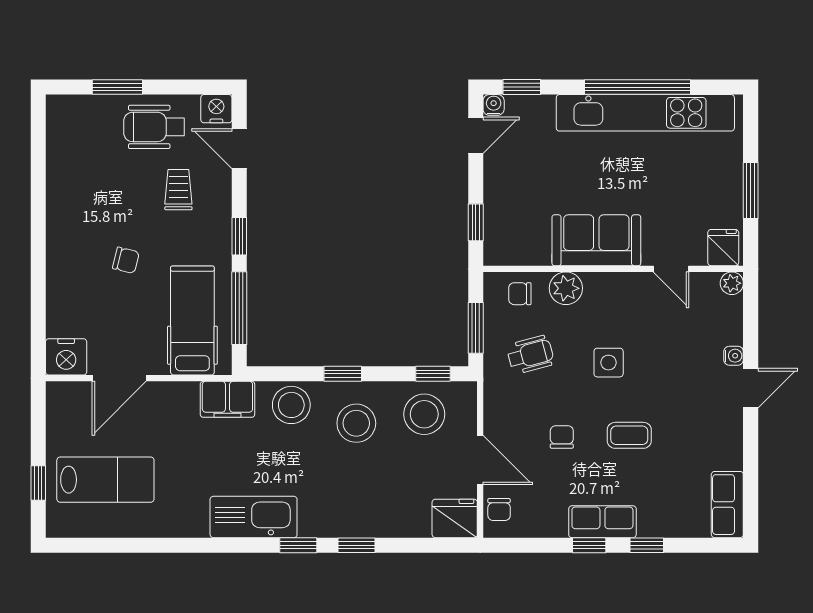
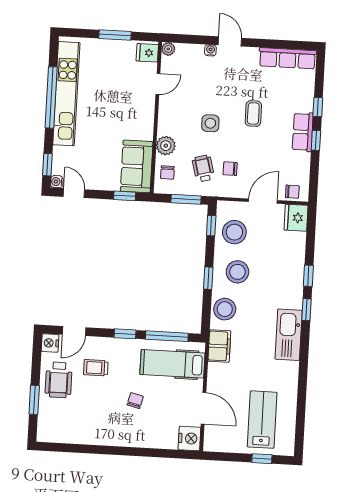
sofa: (596, 240) -> (137, 166), moved
chair: (562, 437) -> (230, 169), moved
row of seats: (727, 505) -> (288, 58), width x1.48

